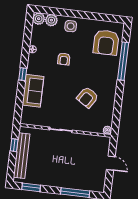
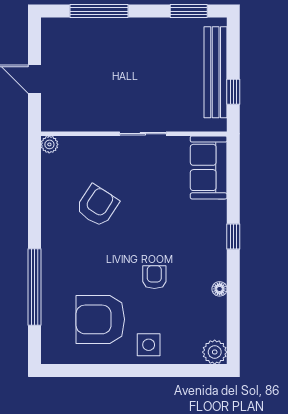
plant: (51, 20) -> (189, 352), removed
armchair: (106, 42) -> (100, 319), moved, turned -90
sofa: (33, 91) -> (209, 167), moved

